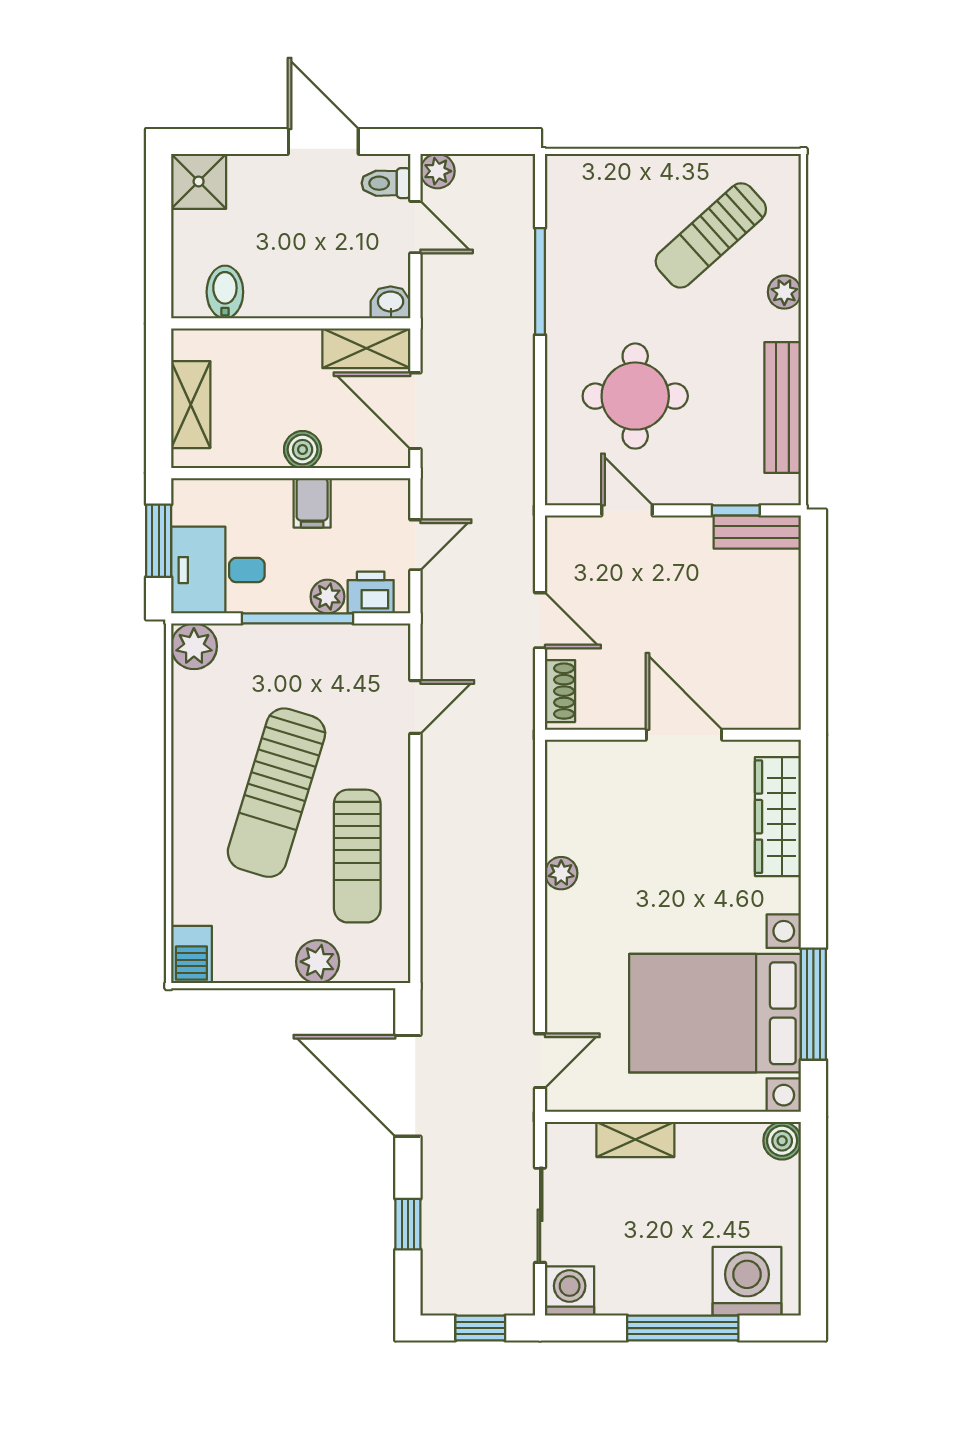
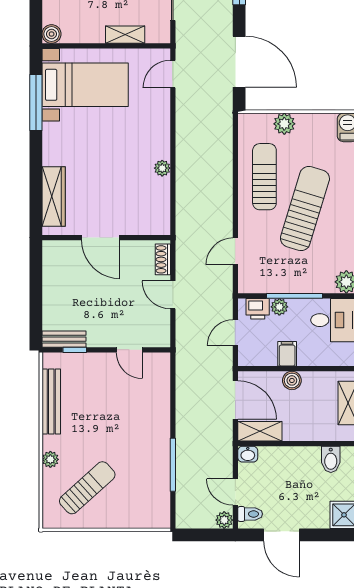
round table: (635, 396) -> (125, 407), removed
bed with nightstands: (715, 1013) -> (85, 85), width x0.73

